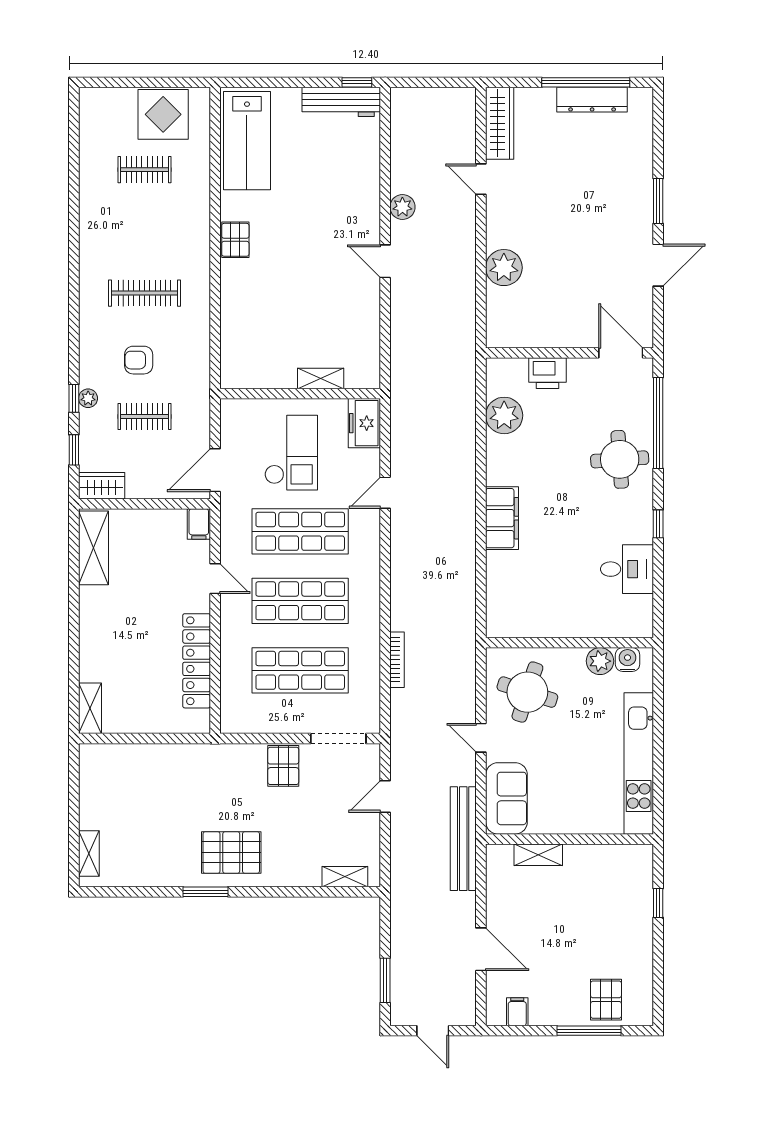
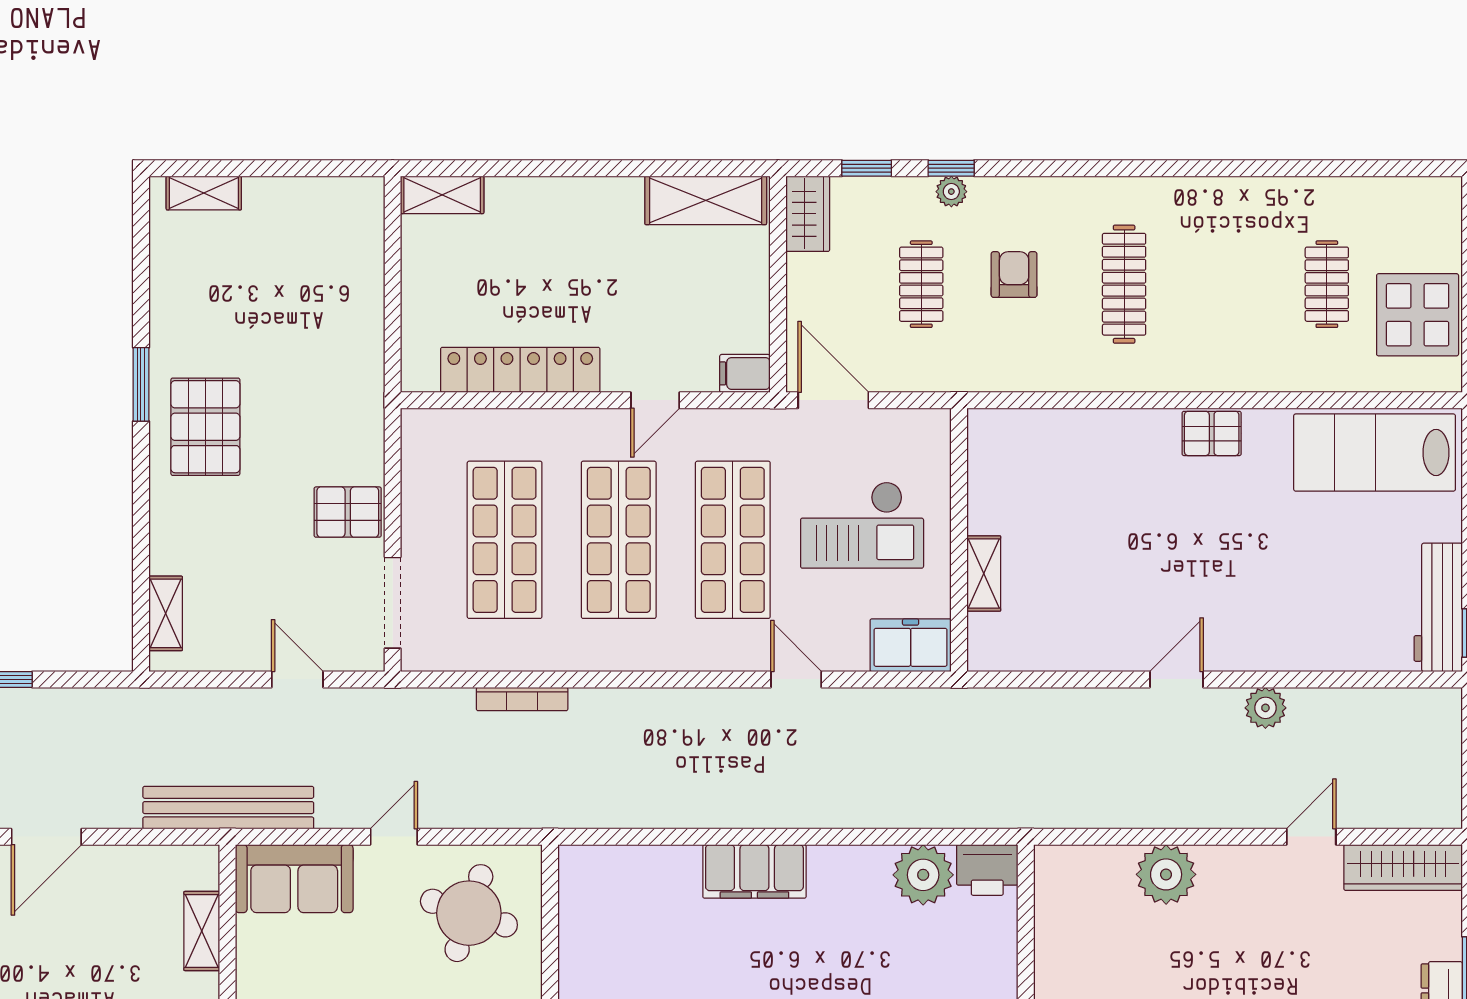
printer: (548, 373) -> (987, 870), moved, turned -90

